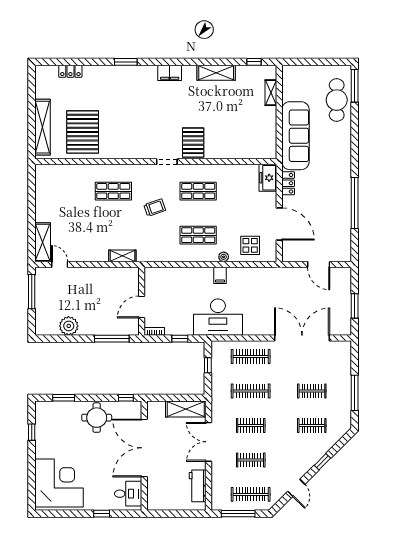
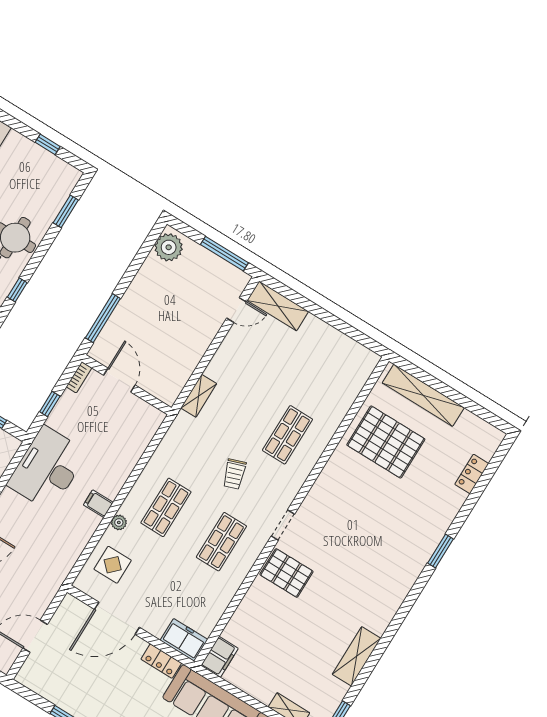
filing cabinet: (170, 73) -> (220, 657), moved, turned 180
plant: (69, 326) -> (169, 247), moved

